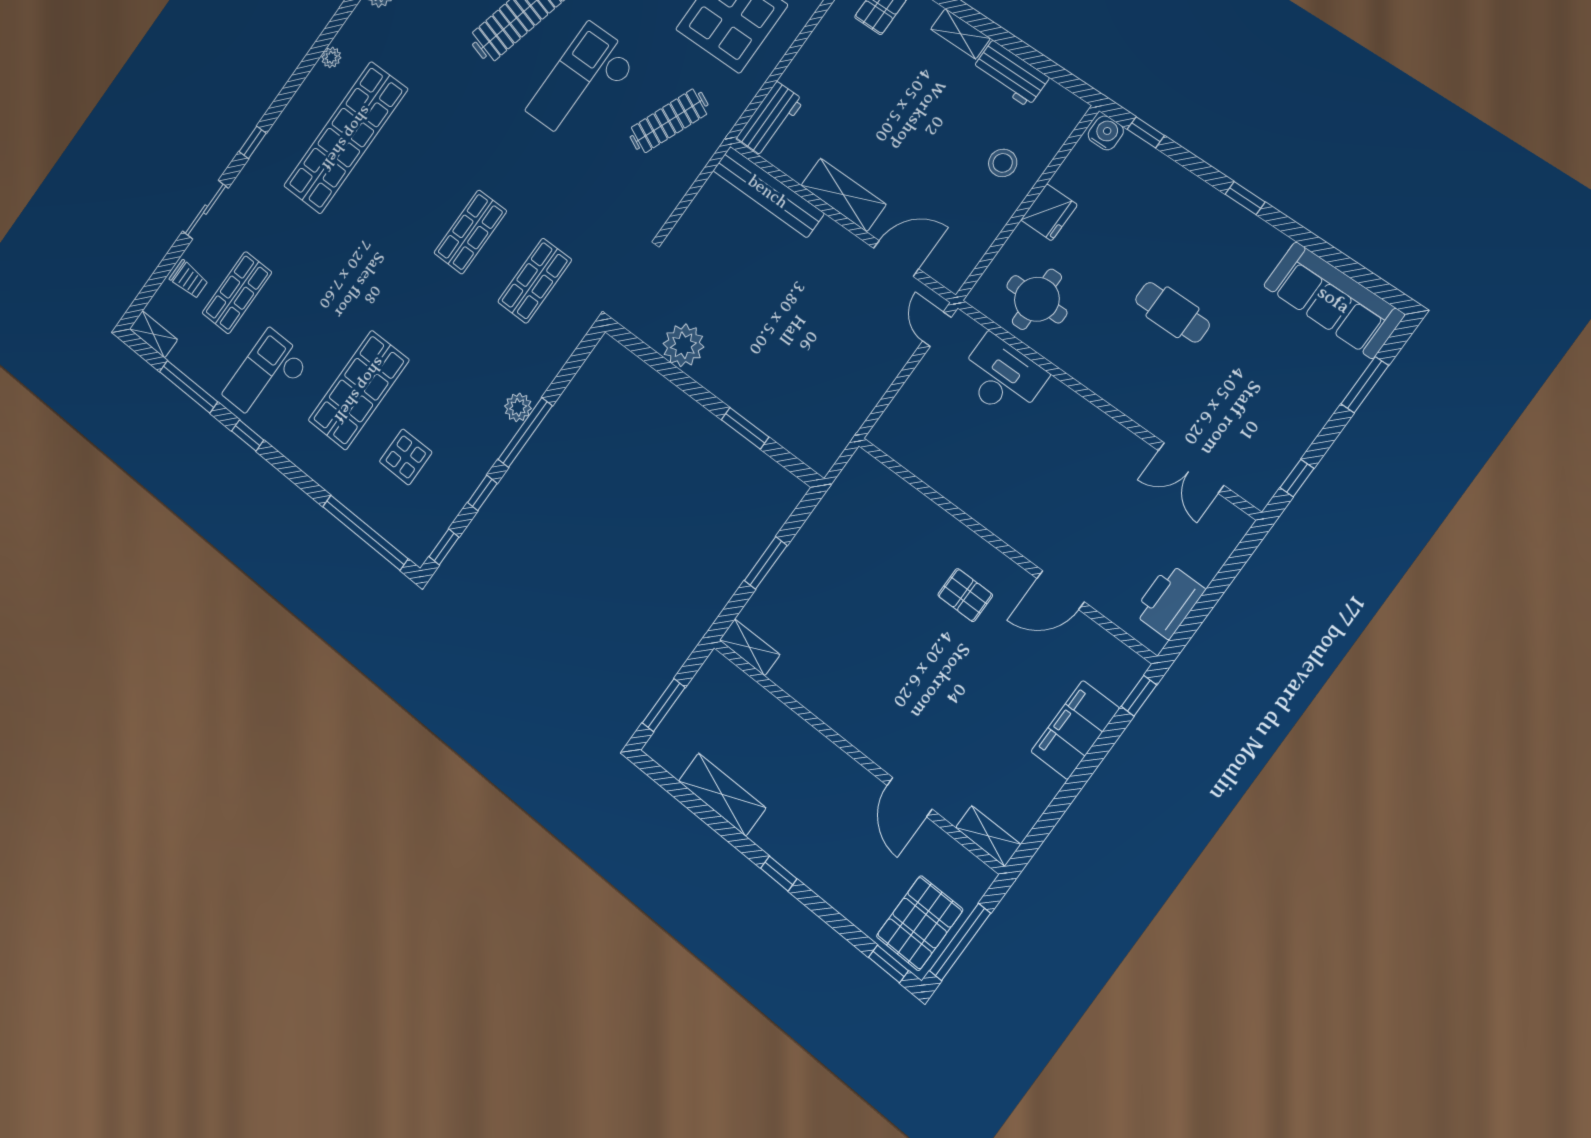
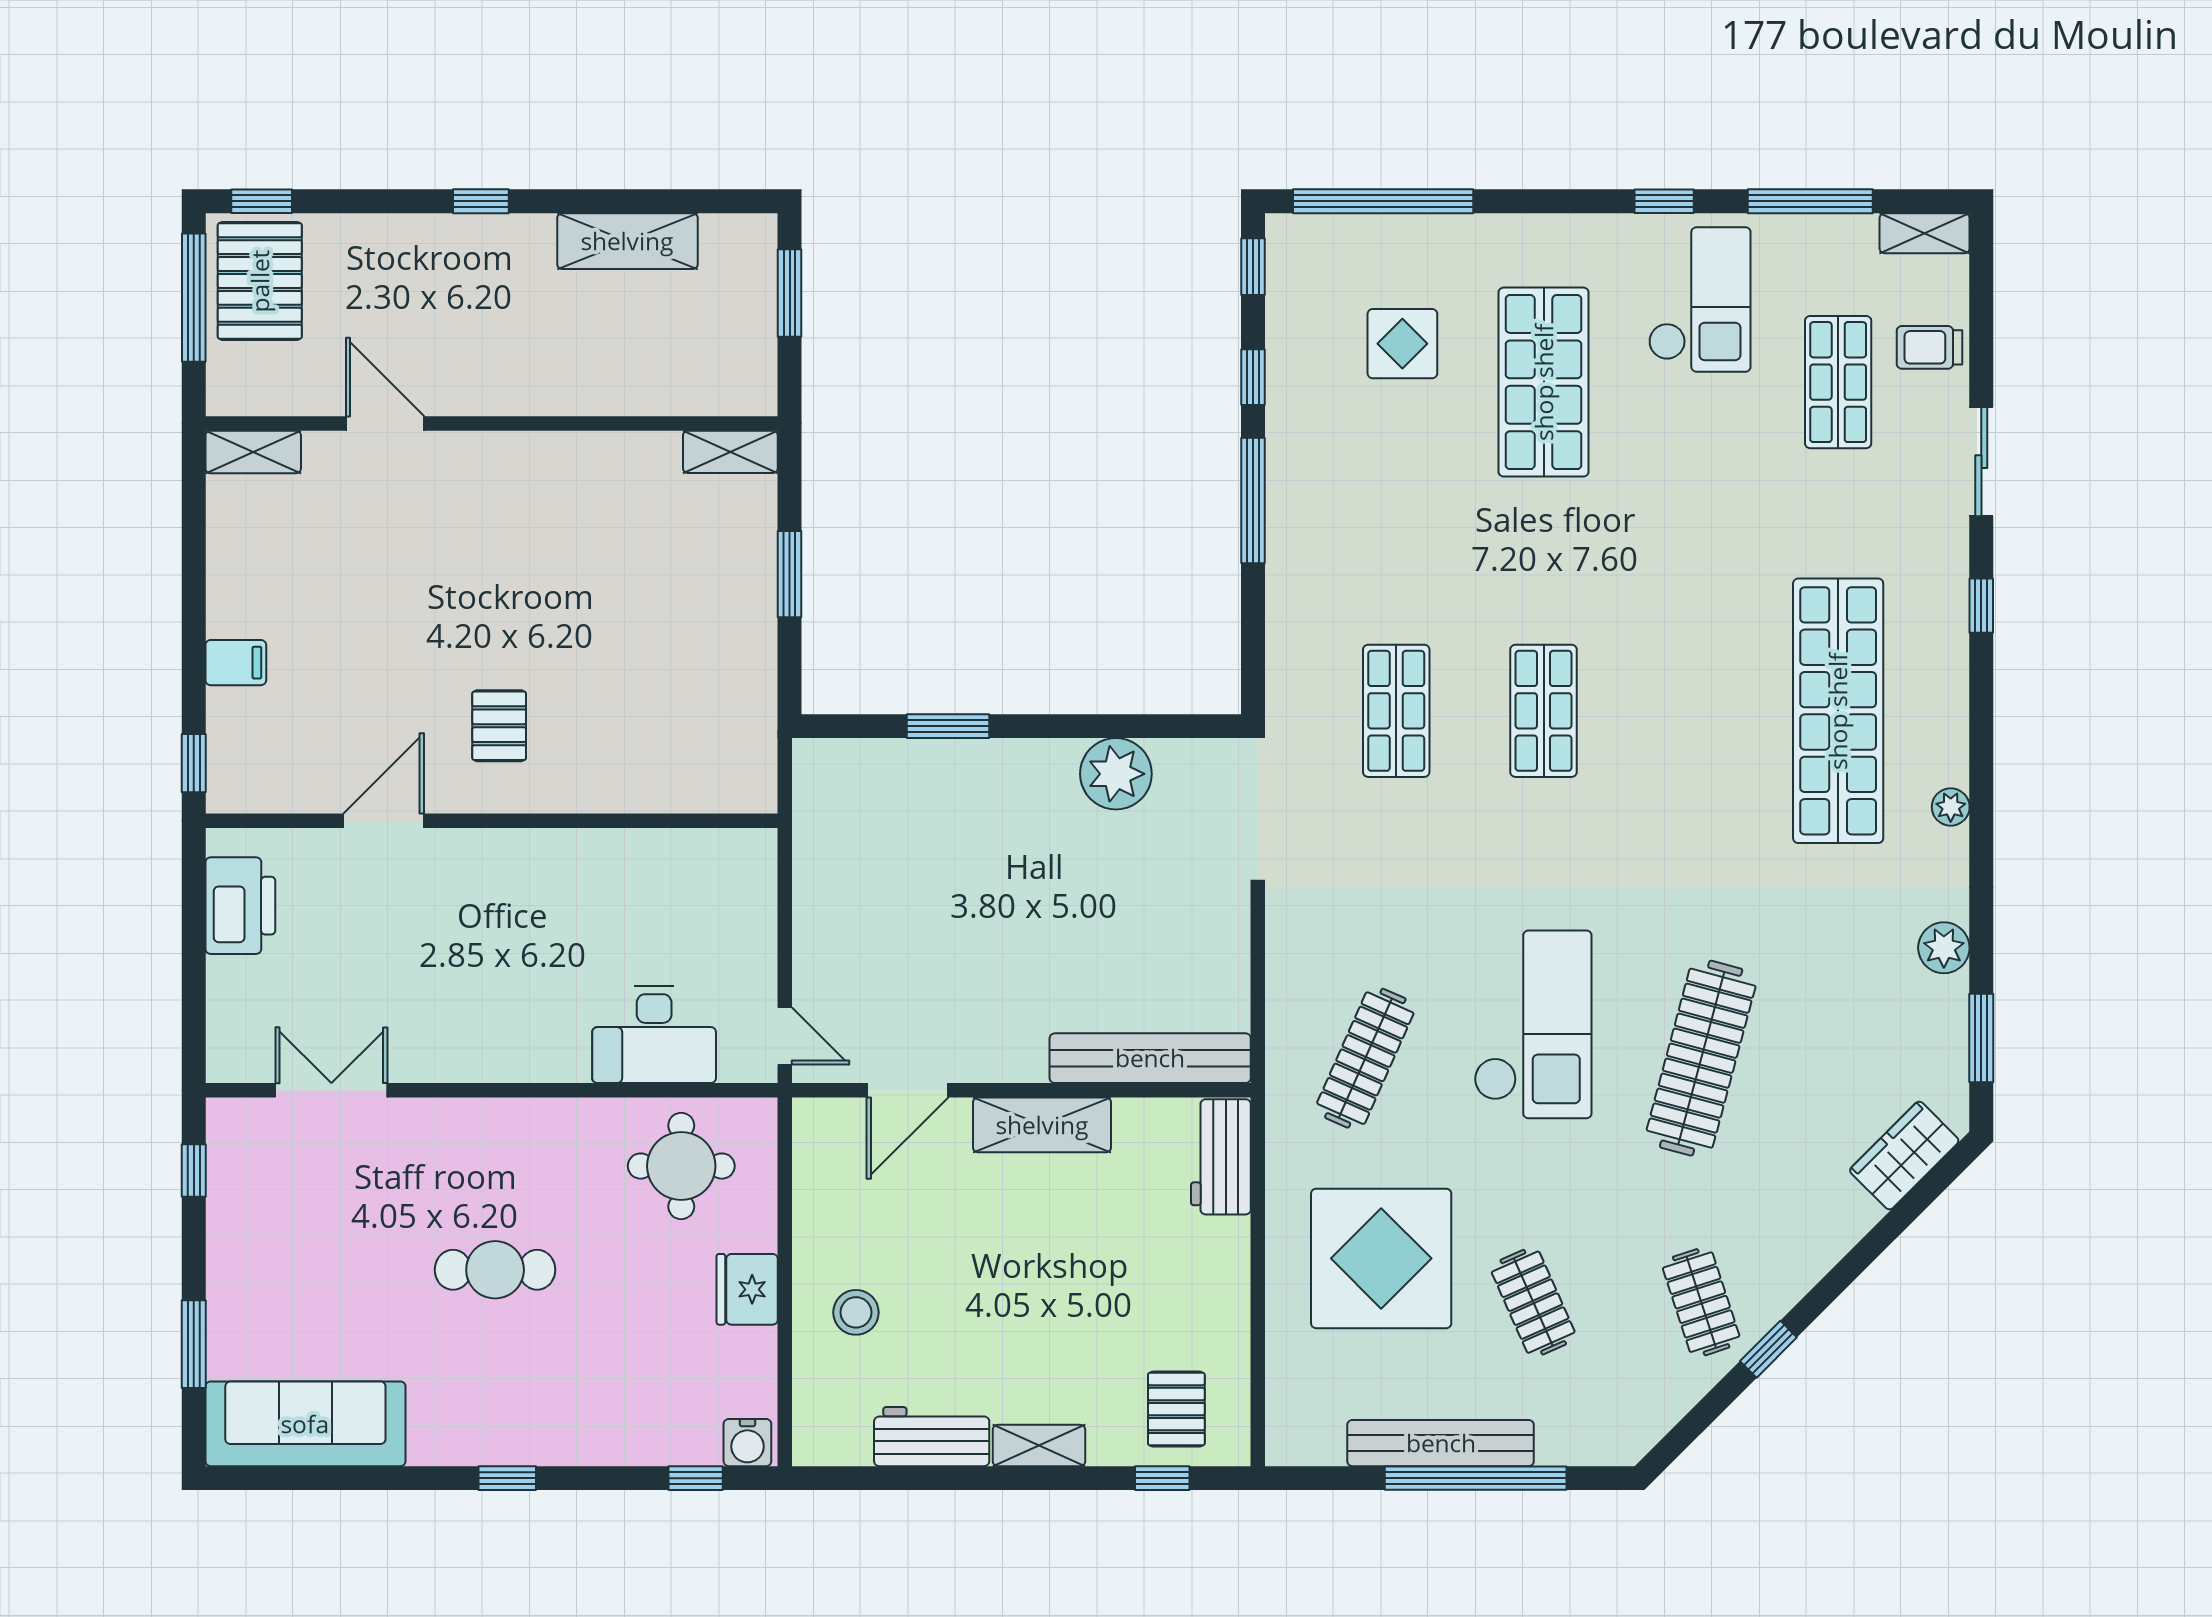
plant: (518, 407) -> (1289, 526), removed
pallet: (965, 595) -> (499, 726), turned 90
filing cabinet: (1075, 730) -> (236, 663), width x0.33, depth x0.86

